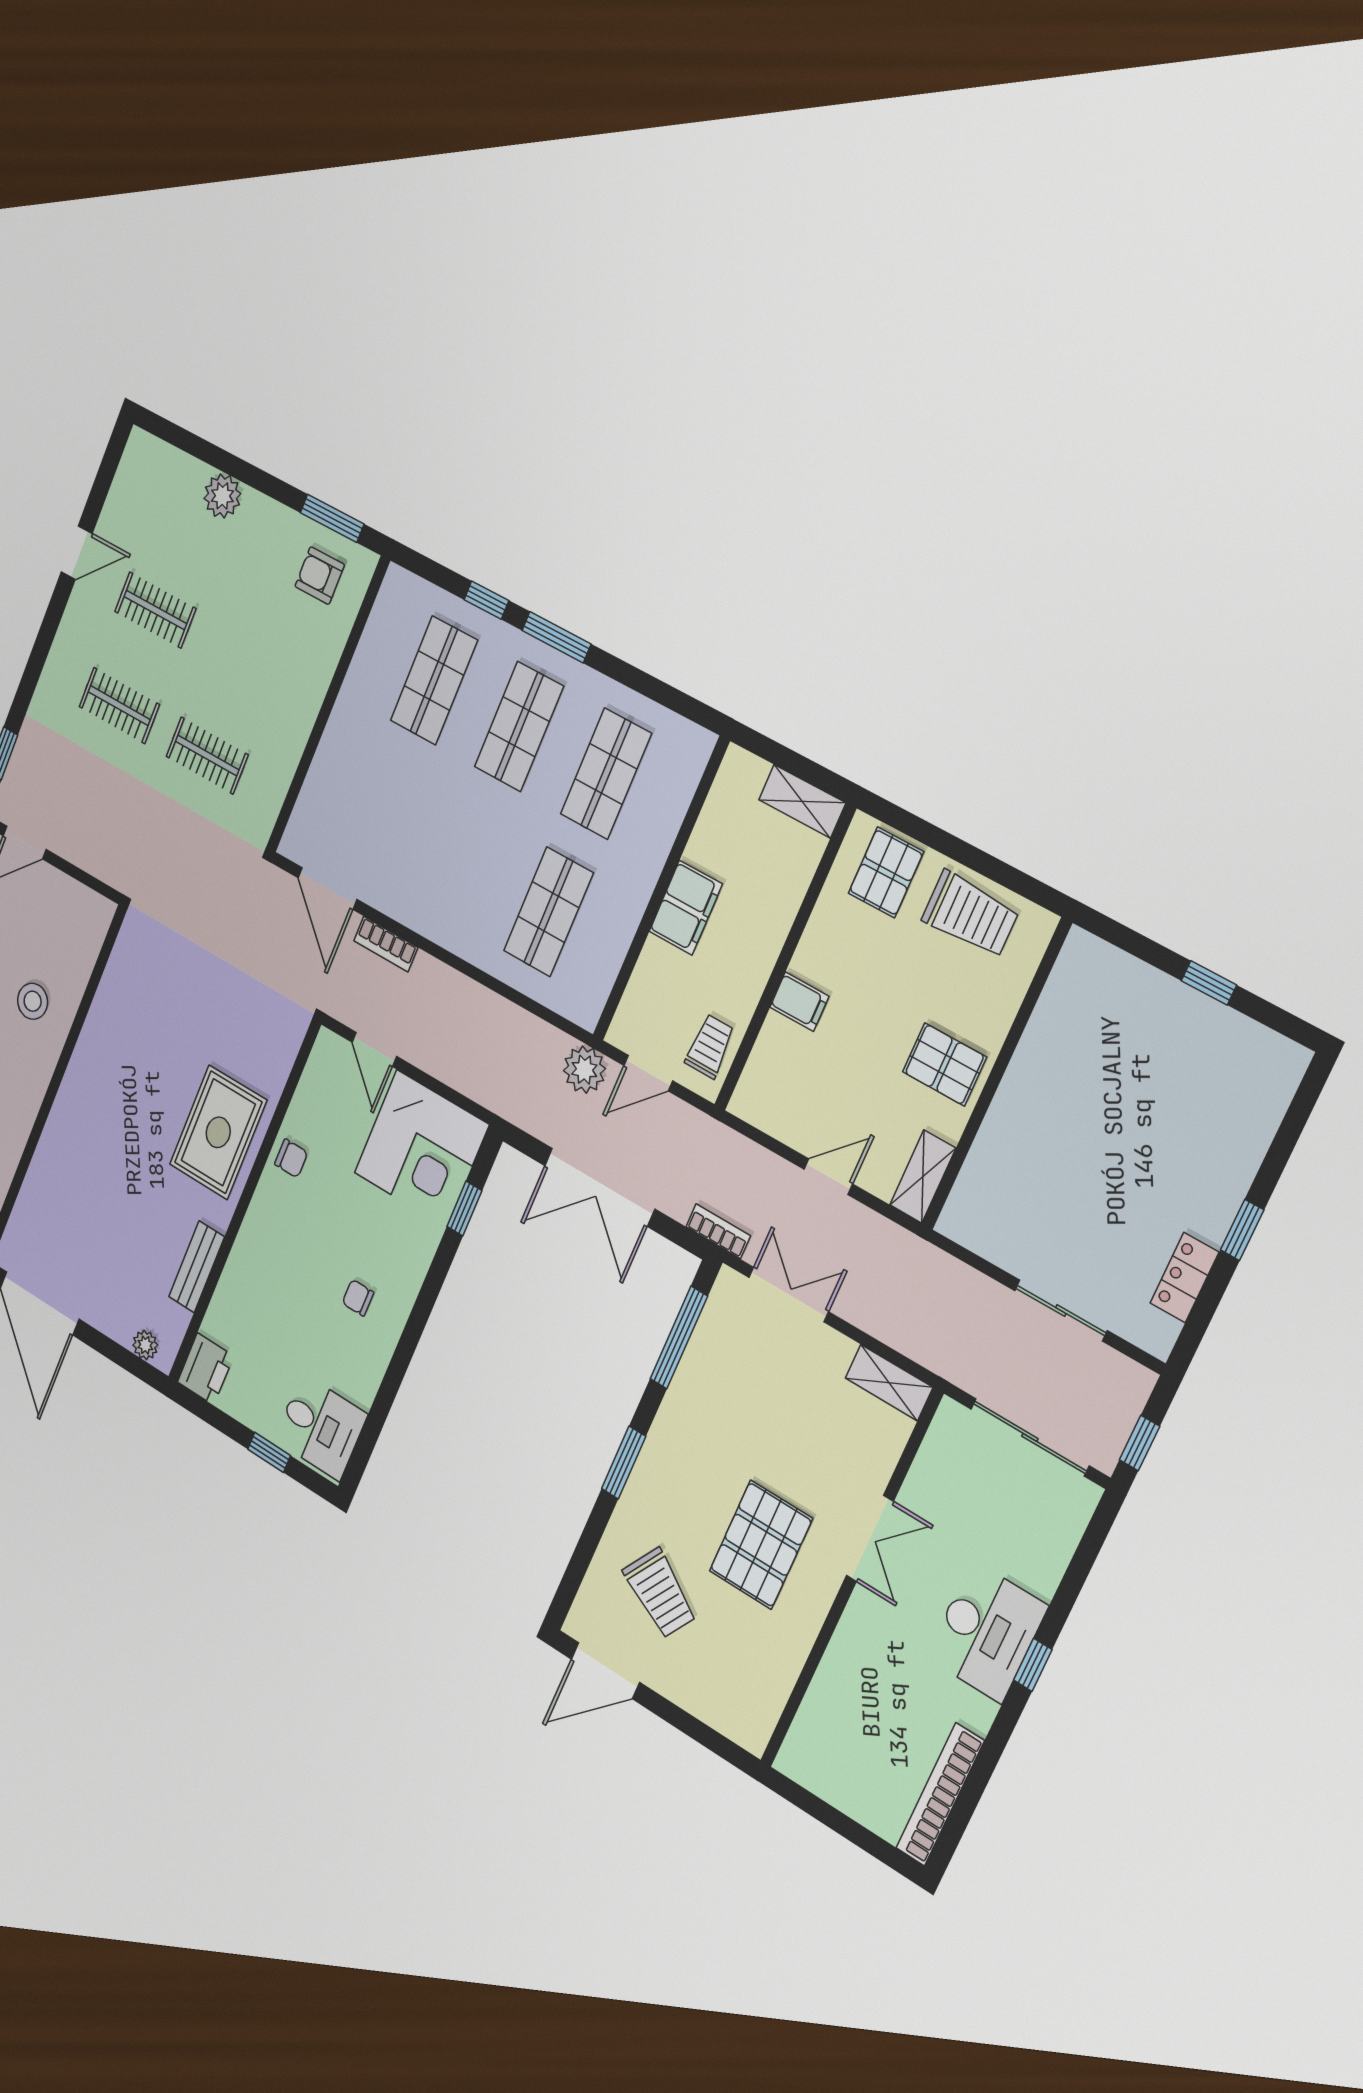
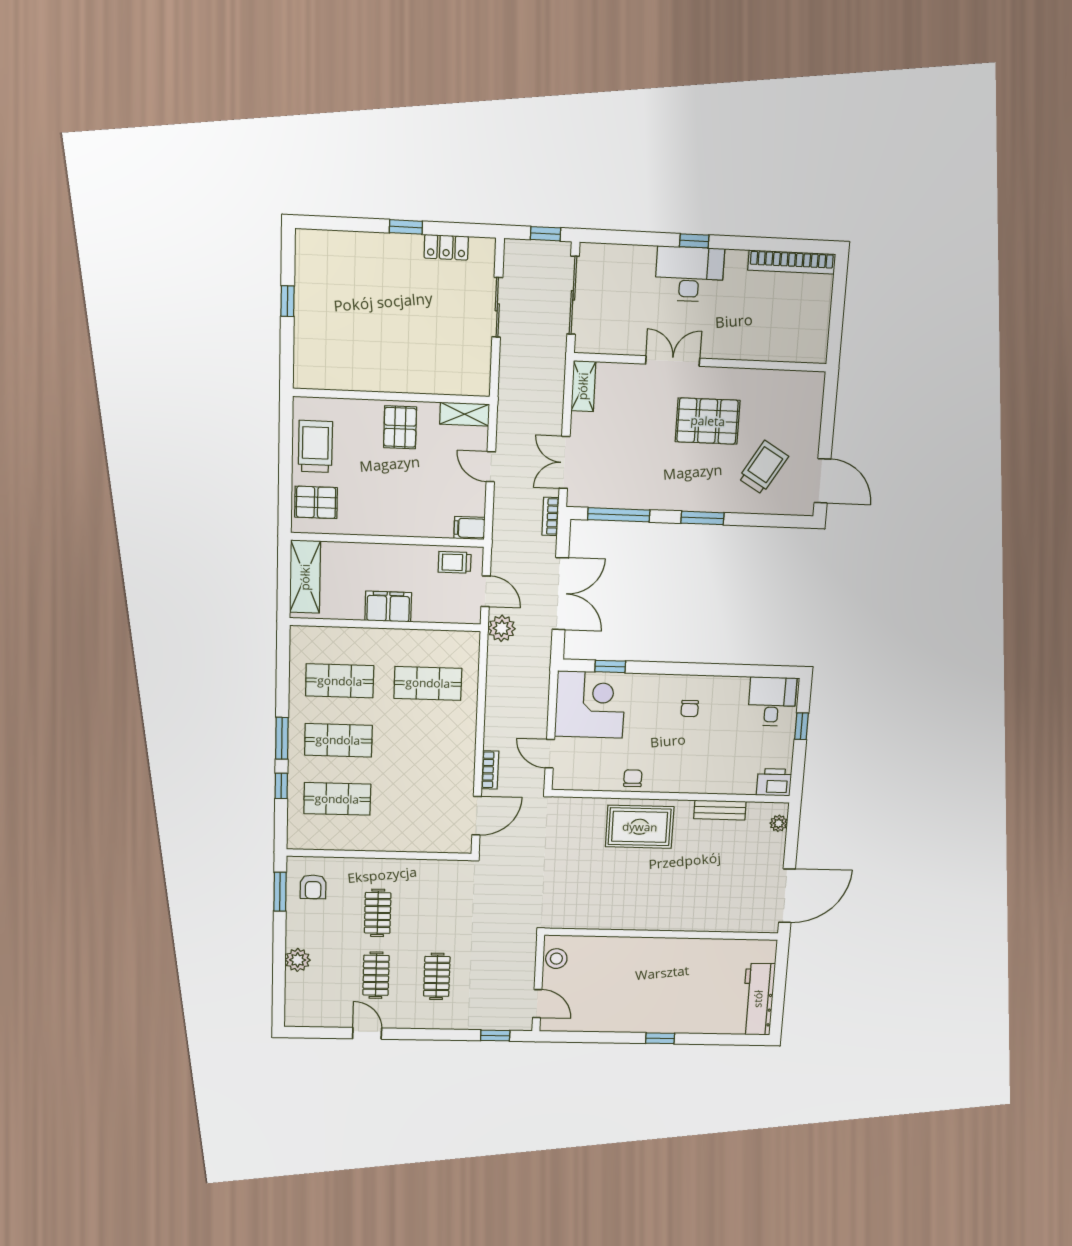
clothes rail: (207, 755) -> (378, 913), moved
shelving: (802, 801) -> (305, 577), width x1.50, depth x1.33
stool: (33, 1001) -> (556, 959), moved
filing cabinet: (799, 1002) -> (469, 528), moved, turned -90
door: (374, 1049) -> (550, 754), swing flipped

